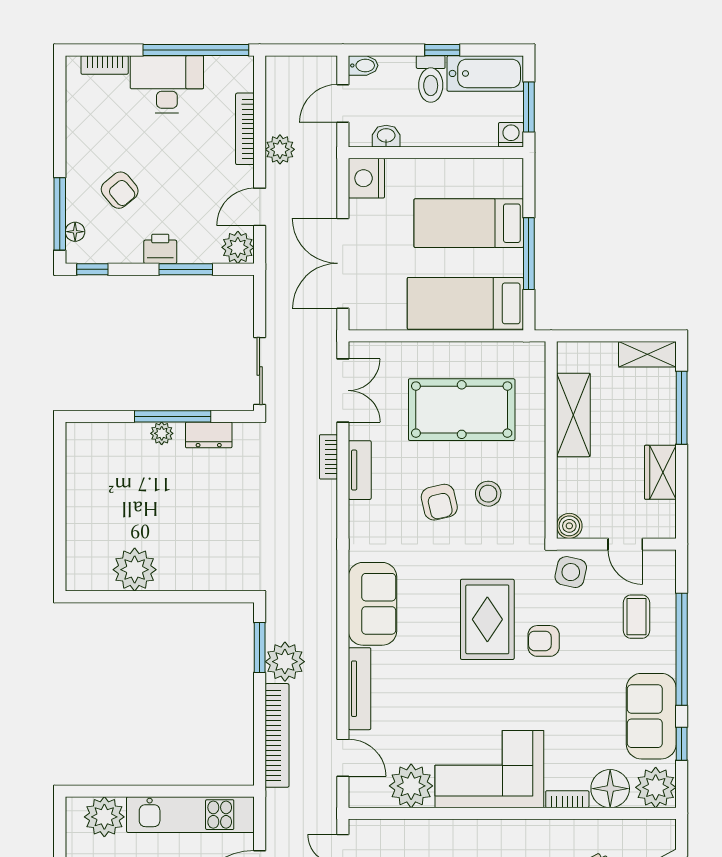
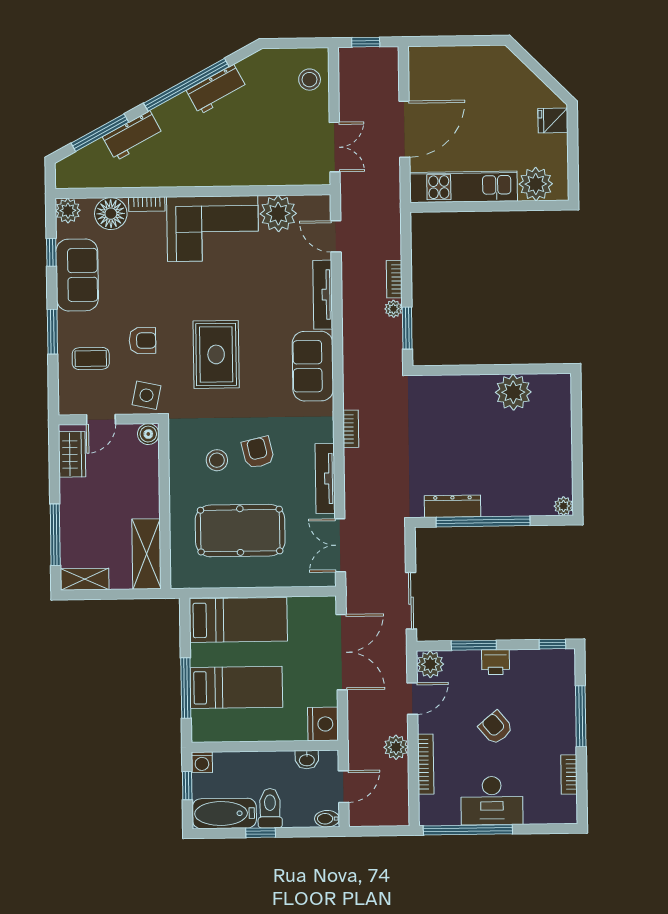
bookcase: (105, 65) -> (569, 775), moved, turned -90
window: (529, 107) -> (187, 786), width x0.67
armchair: (120, 190) -> (496, 728), moved
window: (60, 214) -> (581, 716), moved
floor lamp: (75, 232) -> (567, 676), removed
window: (529, 254) -> (186, 688), moved
sliding door: (260, 371) -> (411, 601), moved
shelving: (573, 415) -> (146, 554), moved
window: (173, 416) -> (483, 521), width x1.46
plant: (162, 433) -> (564, 506), moved
dresser: (209, 435) -> (453, 506), width x1.44
bookcase: (328, 457) -> (351, 429), moved
tv unit: (360, 470) -> (325, 479), width x1.41
wardrobe: (660, 472) -> (72, 454), moved
door: (625, 544) -> (101, 419), swing flipped
coffee table: (636, 617) -> (91, 358), turned 90
armchair: (544, 641) -> (142, 341), moved
window: (682, 649) -> (52, 332), width x0.47
plant: (285, 662) -> (393, 309), width x0.53, depth x0.53
bookcase: (277, 735) -> (394, 279), width x0.43, depth x0.76
plant: (656, 787) -> (68, 211), width x0.73, depth x0.73

